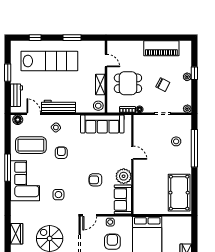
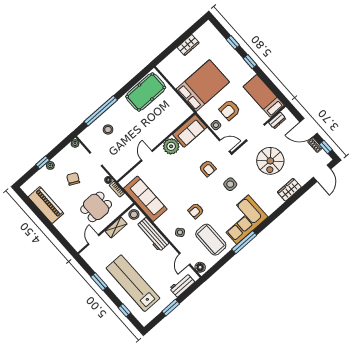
dining table: (128, 83) -> (96, 207), turned 90
workbench: (58, 106) -> (153, 235), moved
armchair: (95, 180) -> (208, 168), moved

